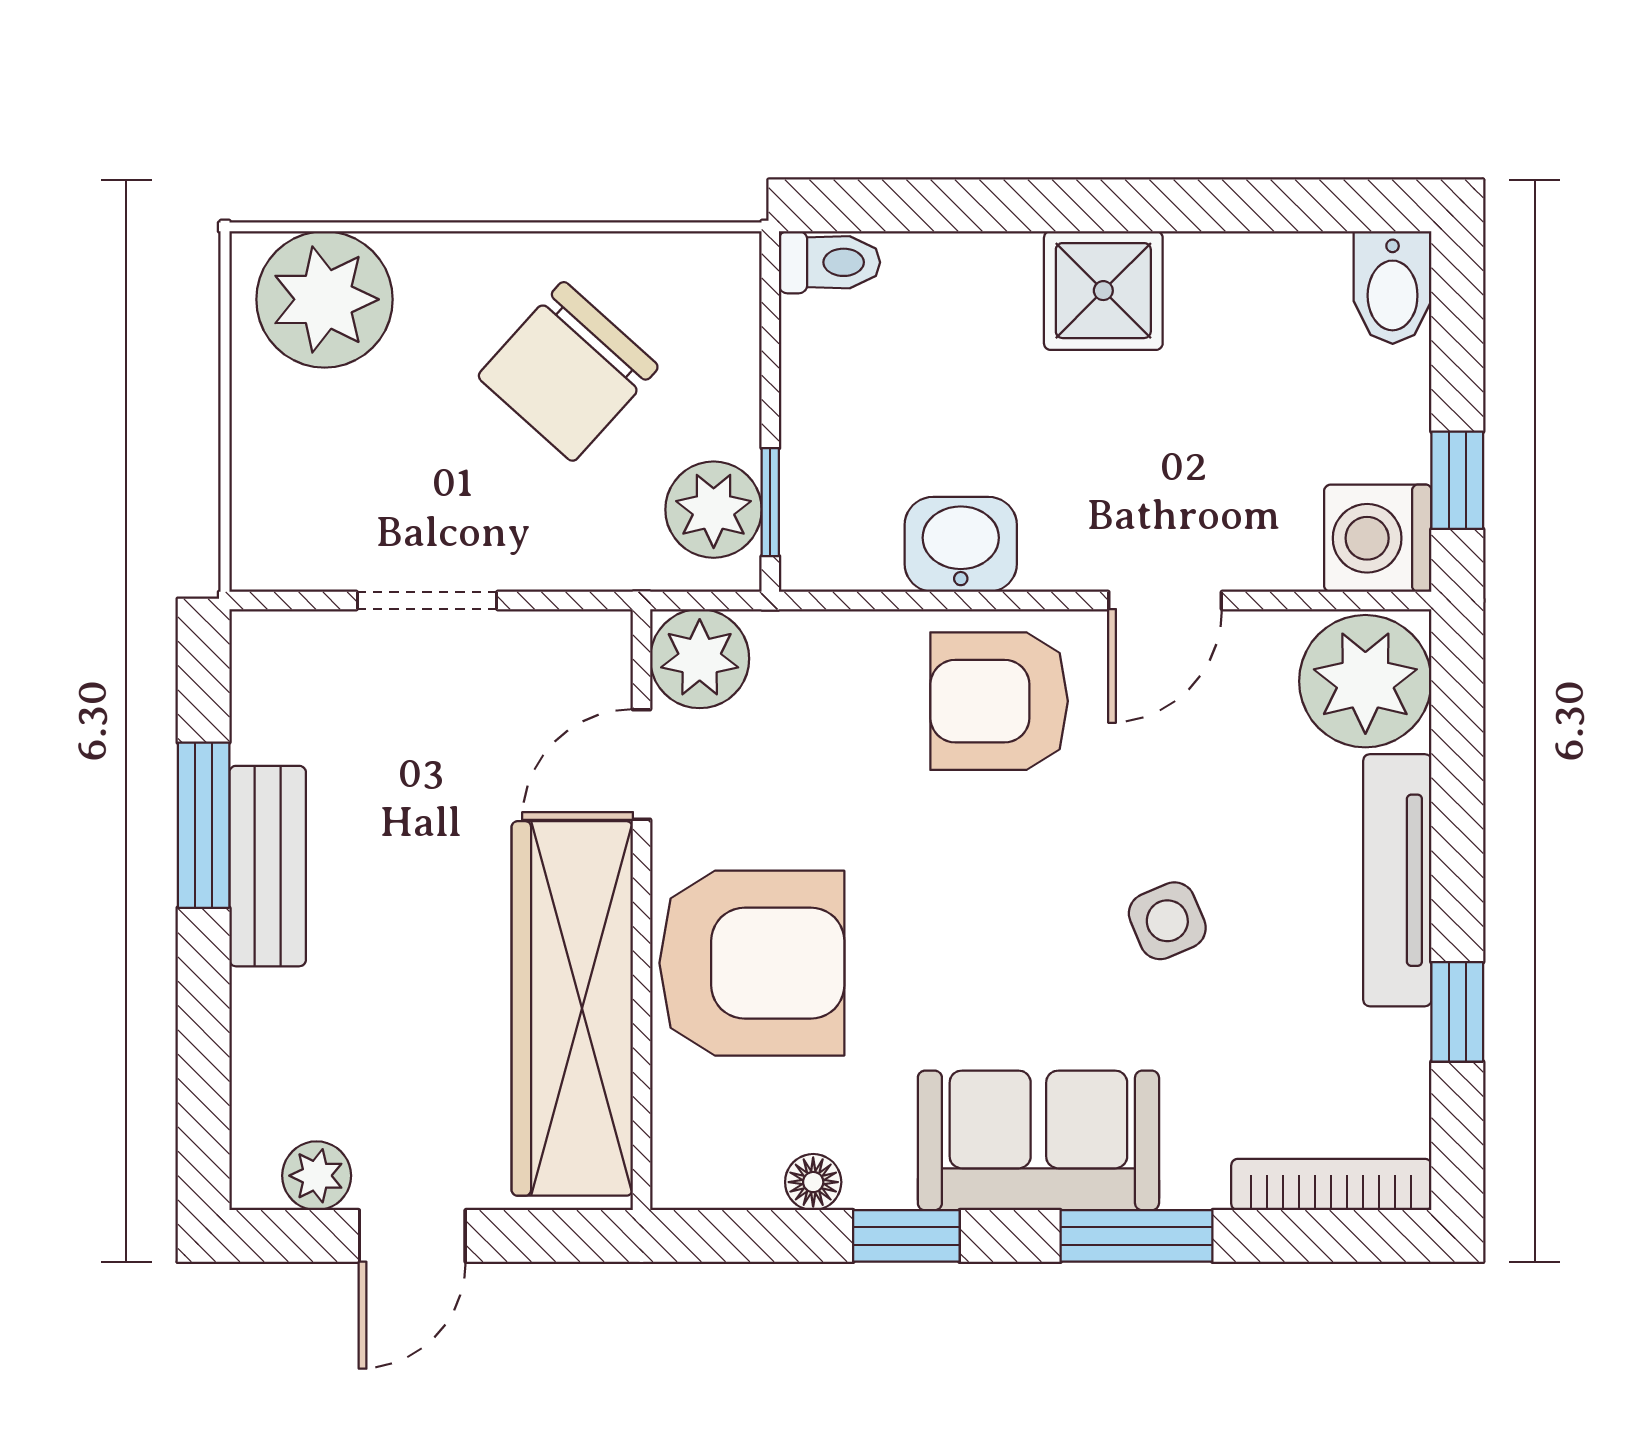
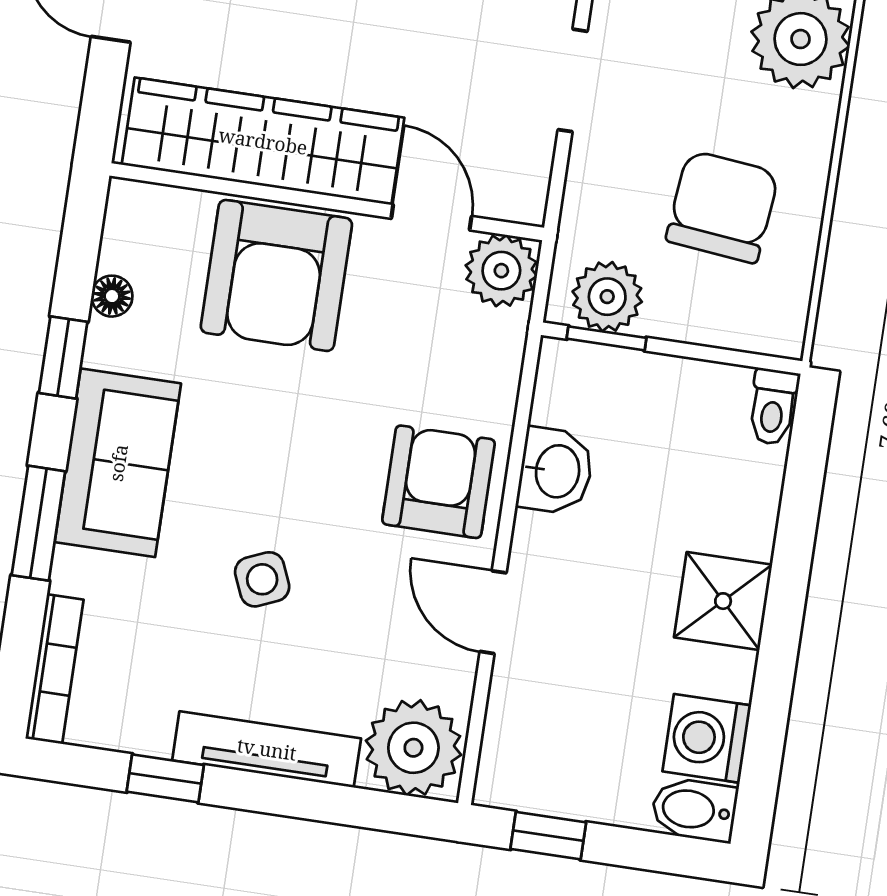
chair: (568, 371) -> (722, 207), turned 54
washing machine: (1378, 538) -> (707, 738), moved, turned -90

